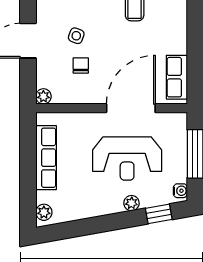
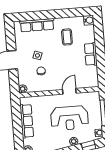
row of seats: (177, 77) -> (91, 54), moved
door: (131, 108) -> (69, 91), width x0.53

